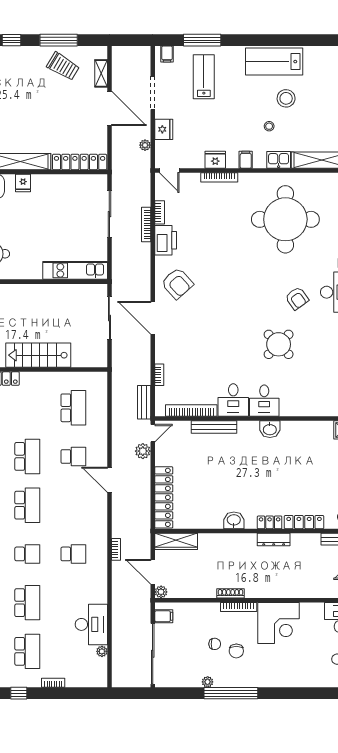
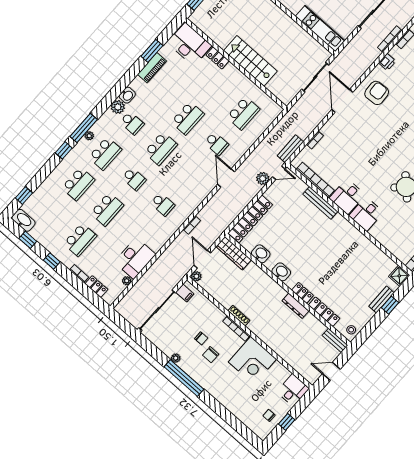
printer: (166, 240) -> (387, 62), width x0.53, depth x0.68
armchair: (177, 283) -> (377, 93), turned -142
washbasin: (270, 429) -> (261, 254), moved, turned 180
locker: (79, 681) -> (96, 287), added

